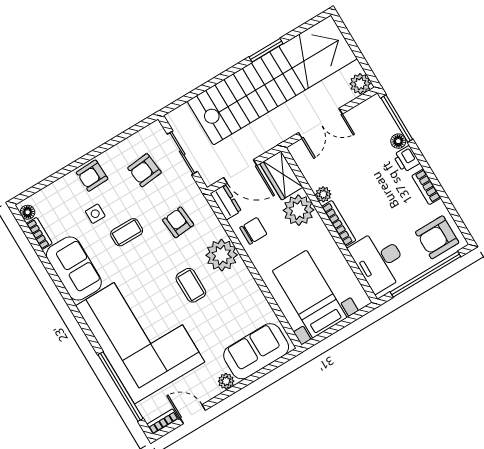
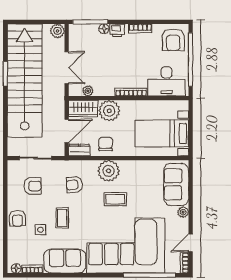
armchair: (144, 170) -> (32, 186), turned -84
plant: (323, 194) -> (88, 91), moved

